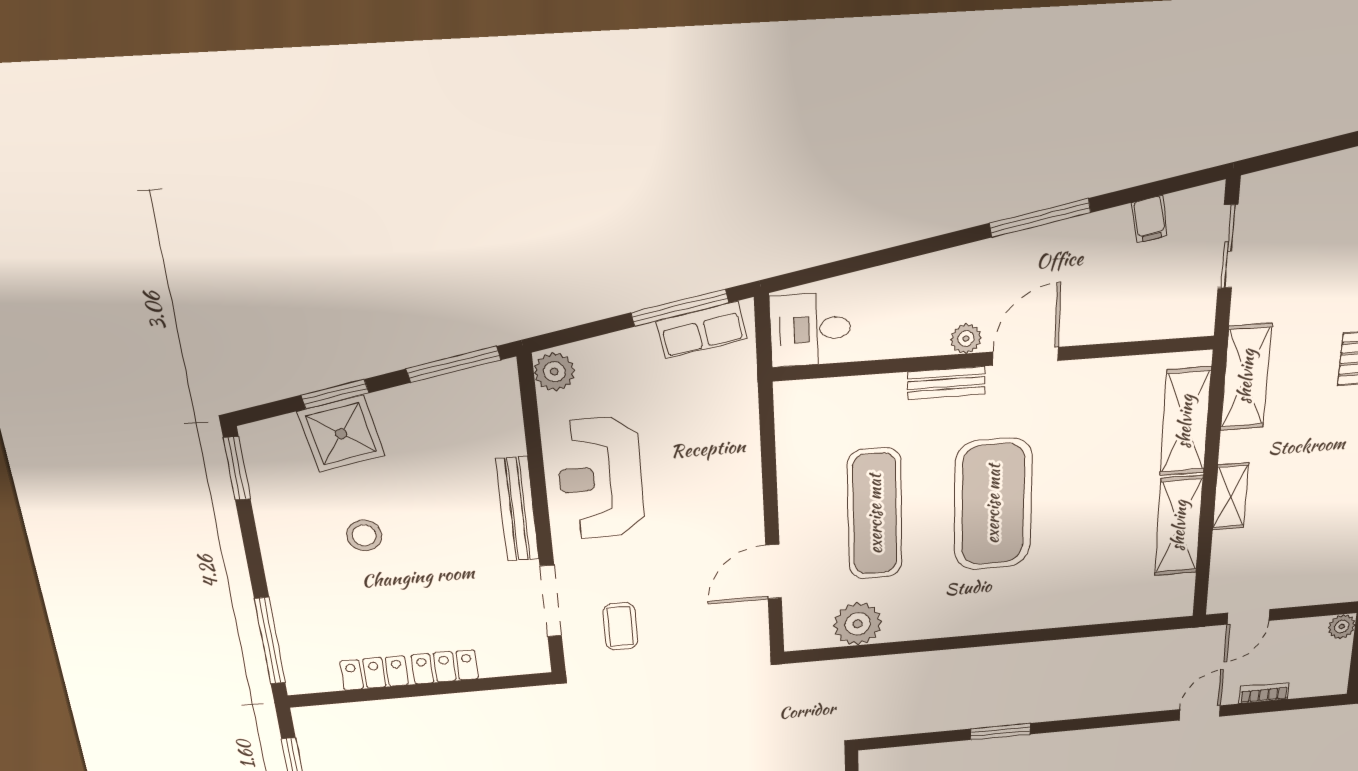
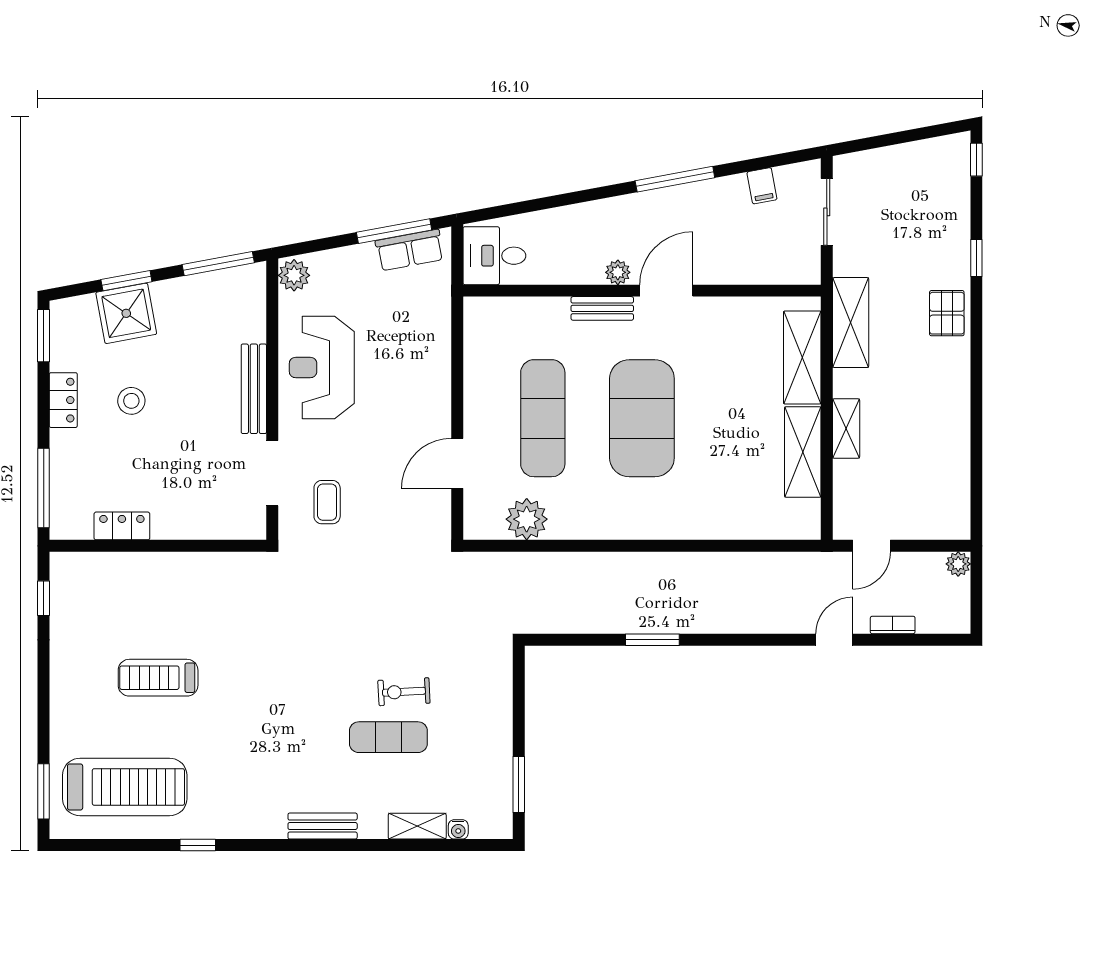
locker: (445, 667) -> (63, 400), moved, turned 90

